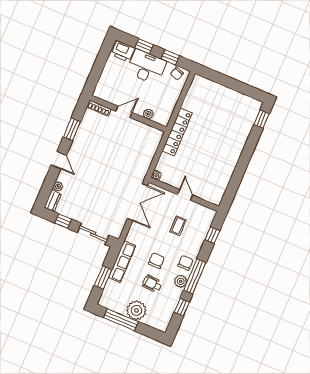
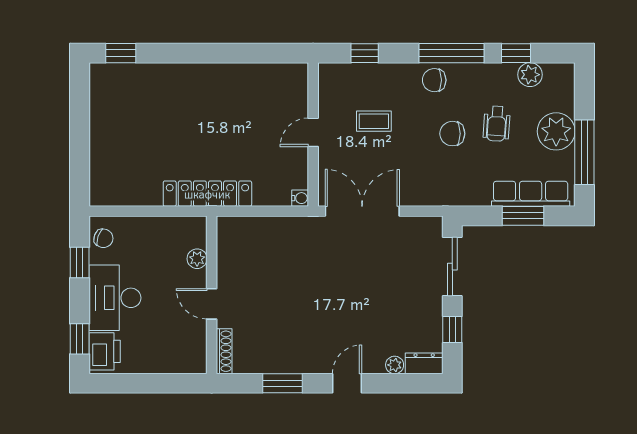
window: (144, 46) -> (80, 339), moved
row of seats: (122, 262) -> (531, 194), moved
plant: (181, 281) -> (530, 75), moved

